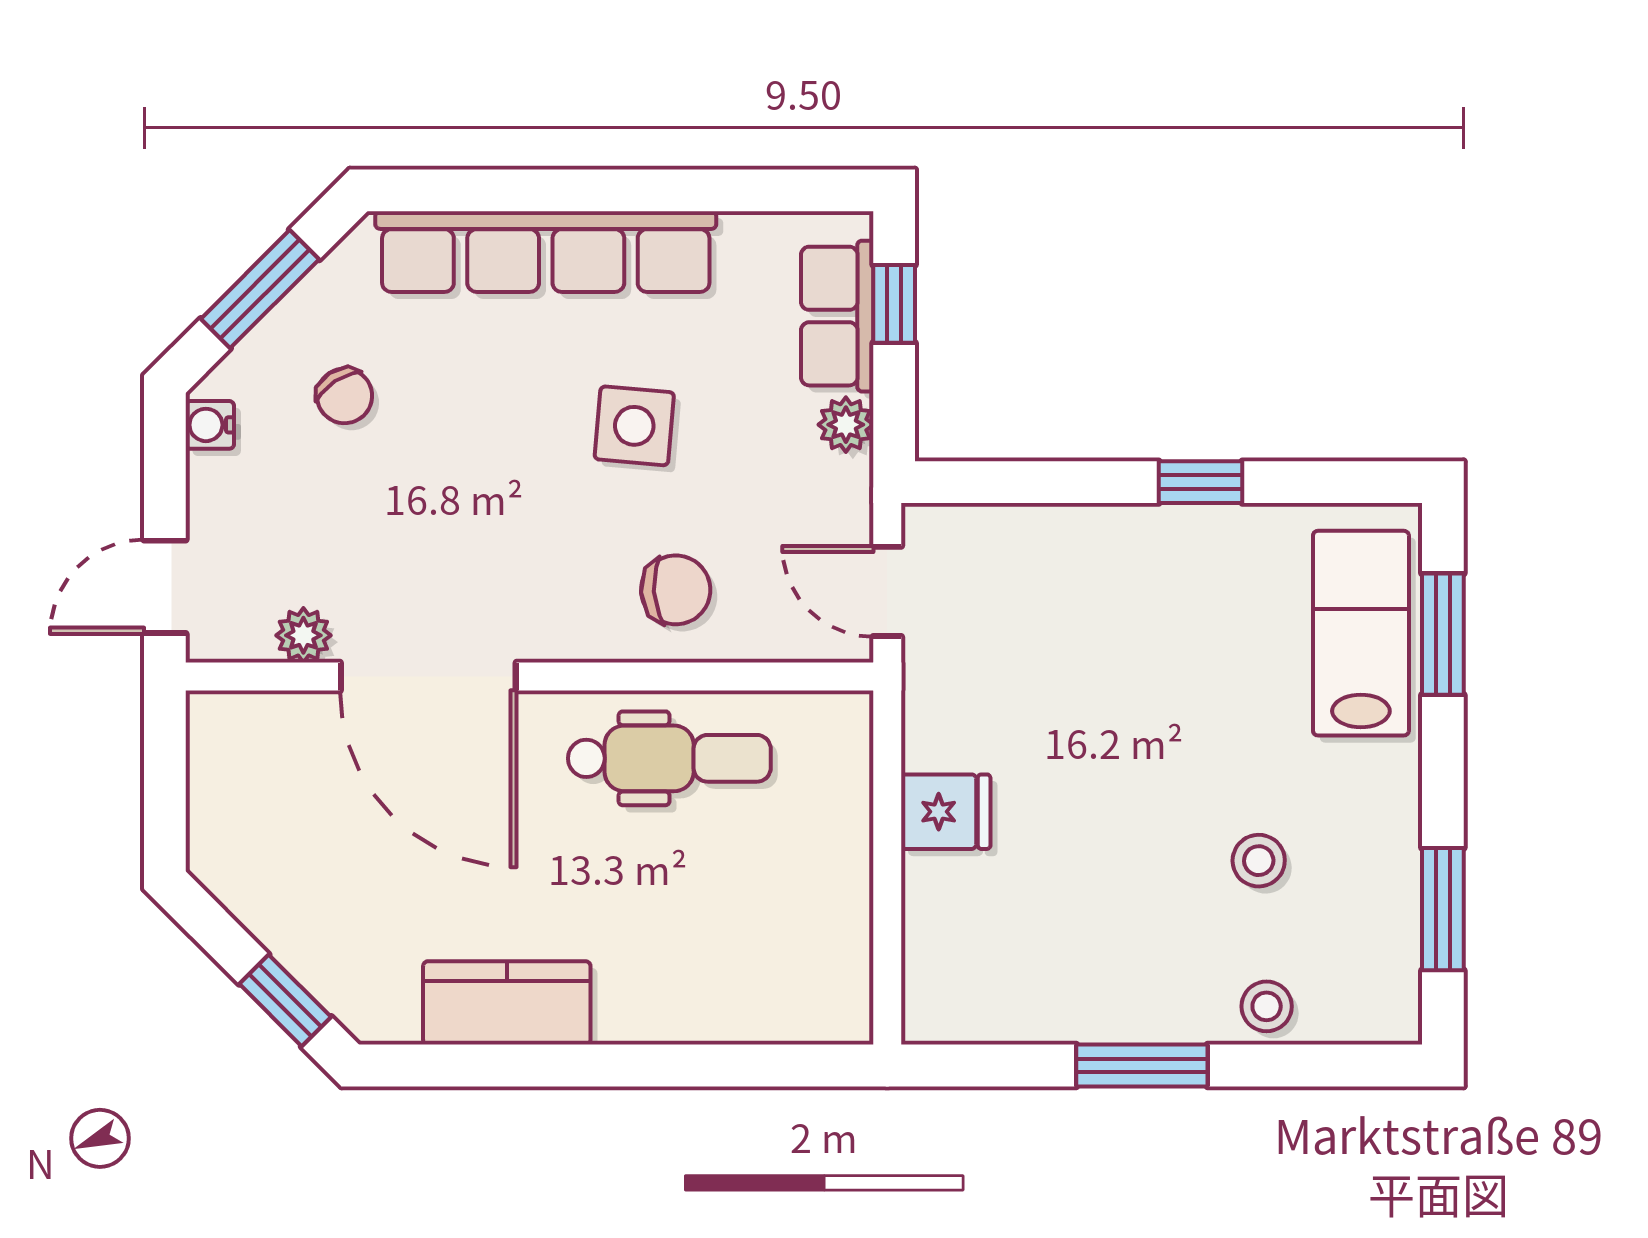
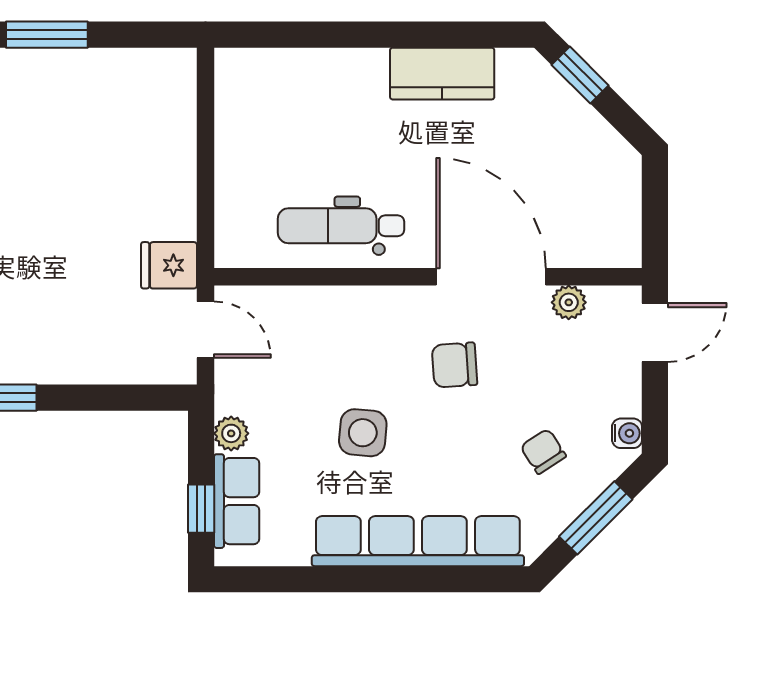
chair: (676, 590) -> (454, 365), moved
fridge: (946, 812) -> (169, 265), moved

